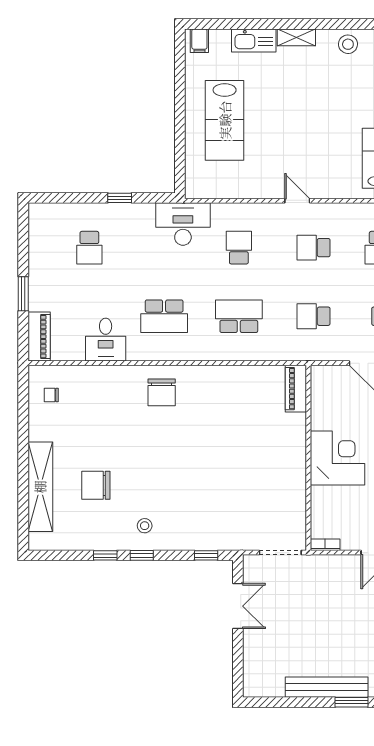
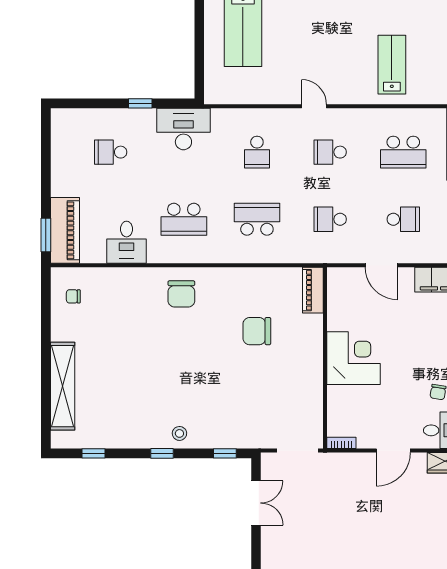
desk: (183, 224) -> (183, 129), moved
school desk: (89, 248) -> (111, 152), turned 90
school desk: (239, 248) -> (257, 152), turned 180
window: (23, 294) -> (46, 235), moved
piano: (39, 337) -> (65, 230), width x1.37, depth x1.33
chair: (96, 485) -> (257, 331), moved
stool: (145, 526) -> (179, 433), moved
window: (105, 555) -> (94, 453), moved

